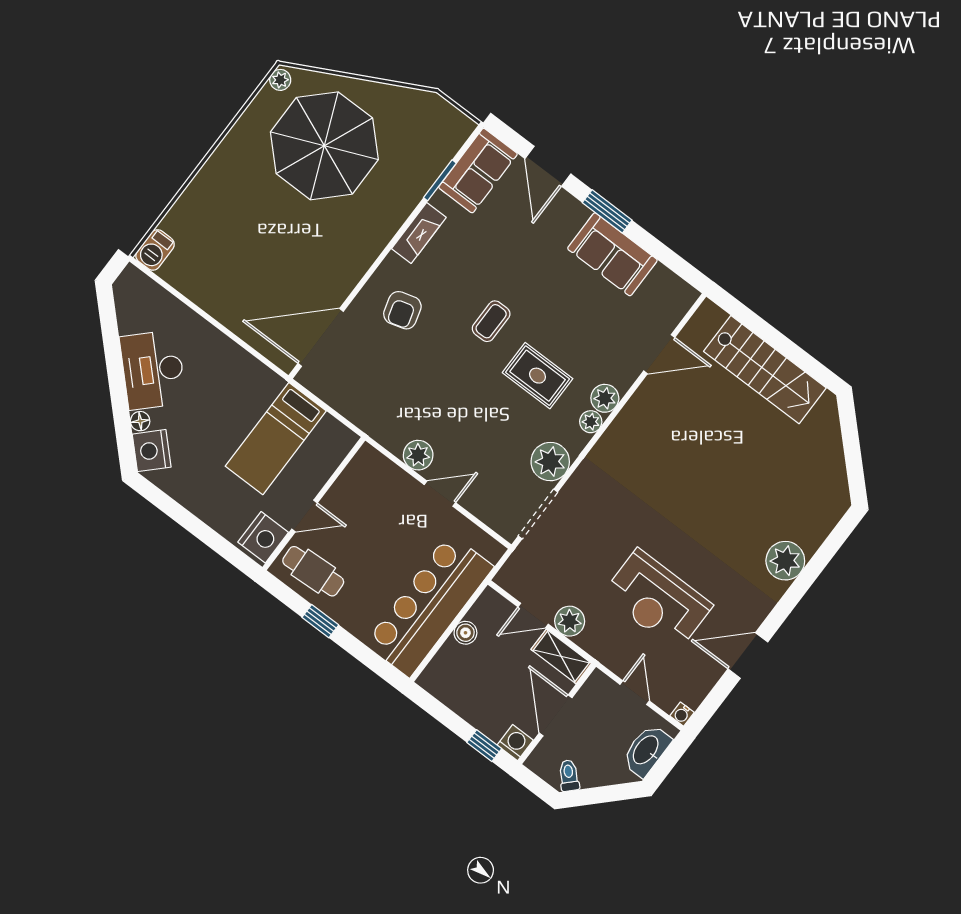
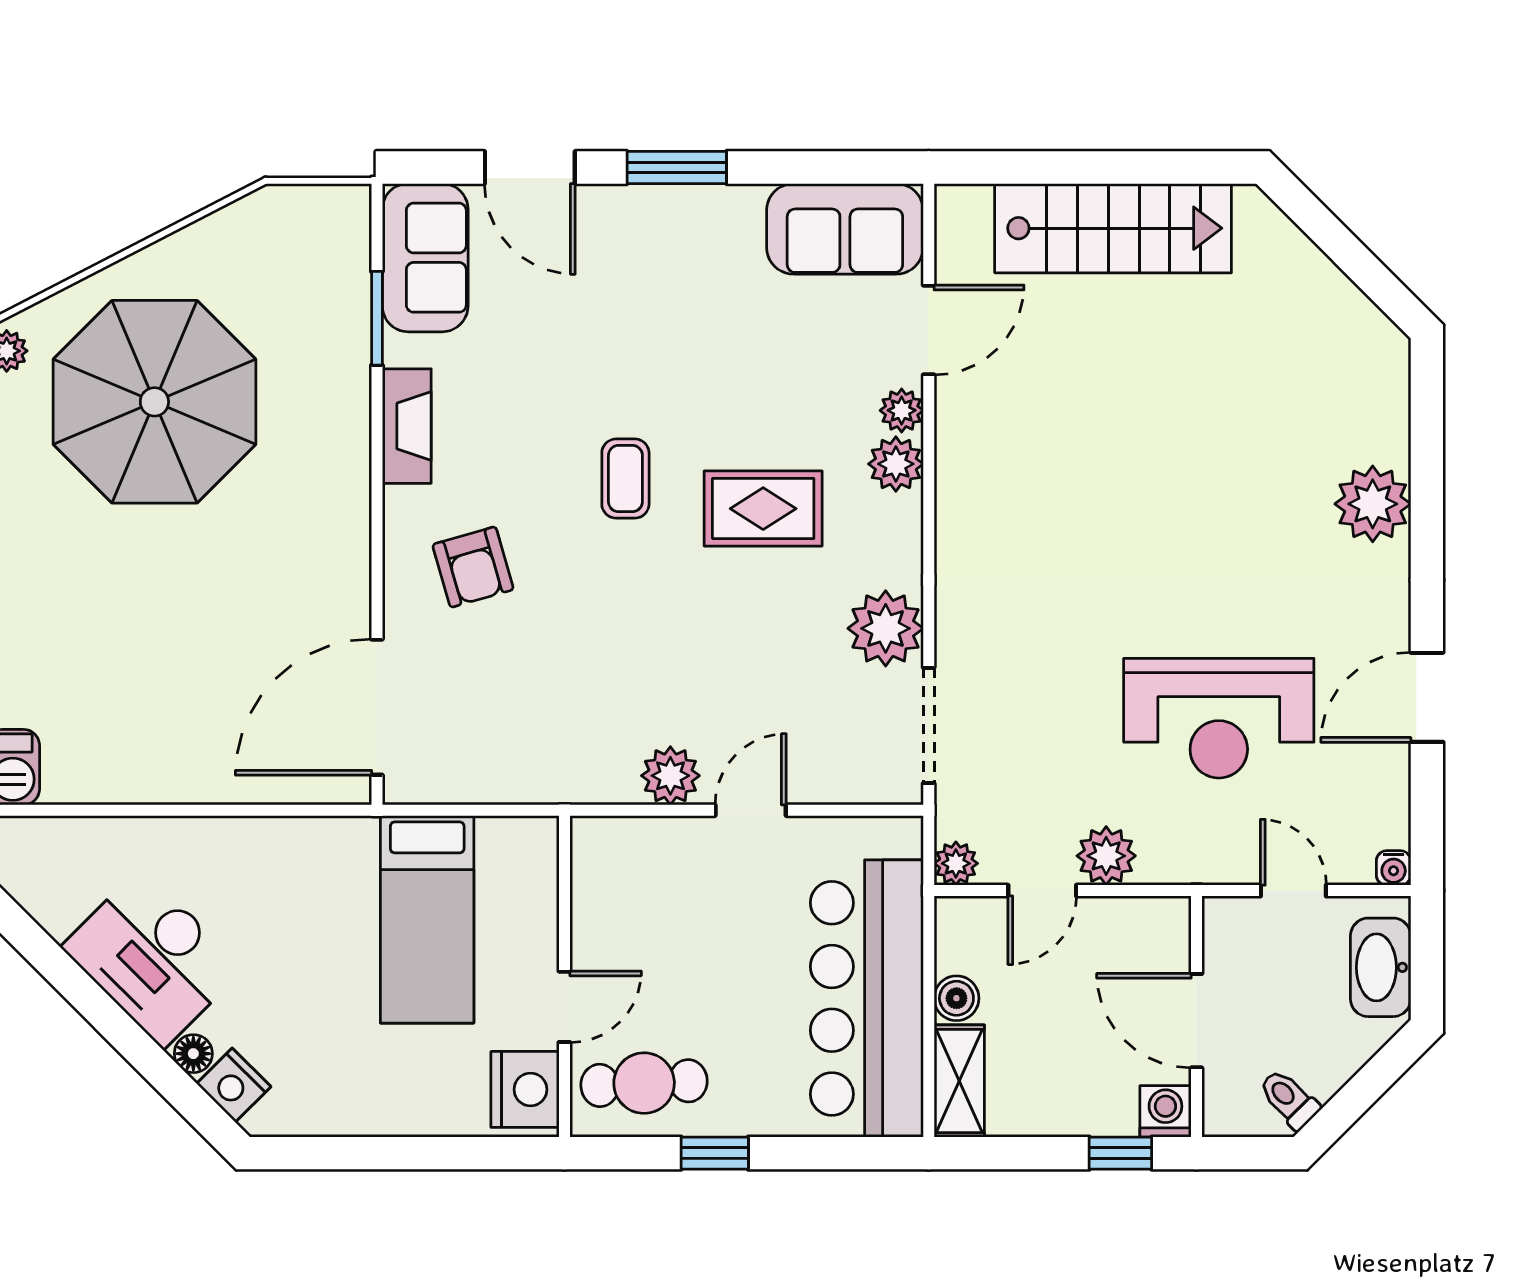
sofa: (612, 254) -> (845, 229), moved
plant: (591, 422) -> (902, 410), moved
nightstand: (152, 451) -> (234, 1085), width x0.74, depth x0.75
plant: (507, 578) -> (956, 863), added
shelving: (561, 656) -> (959, 1081), moved, turned 90

